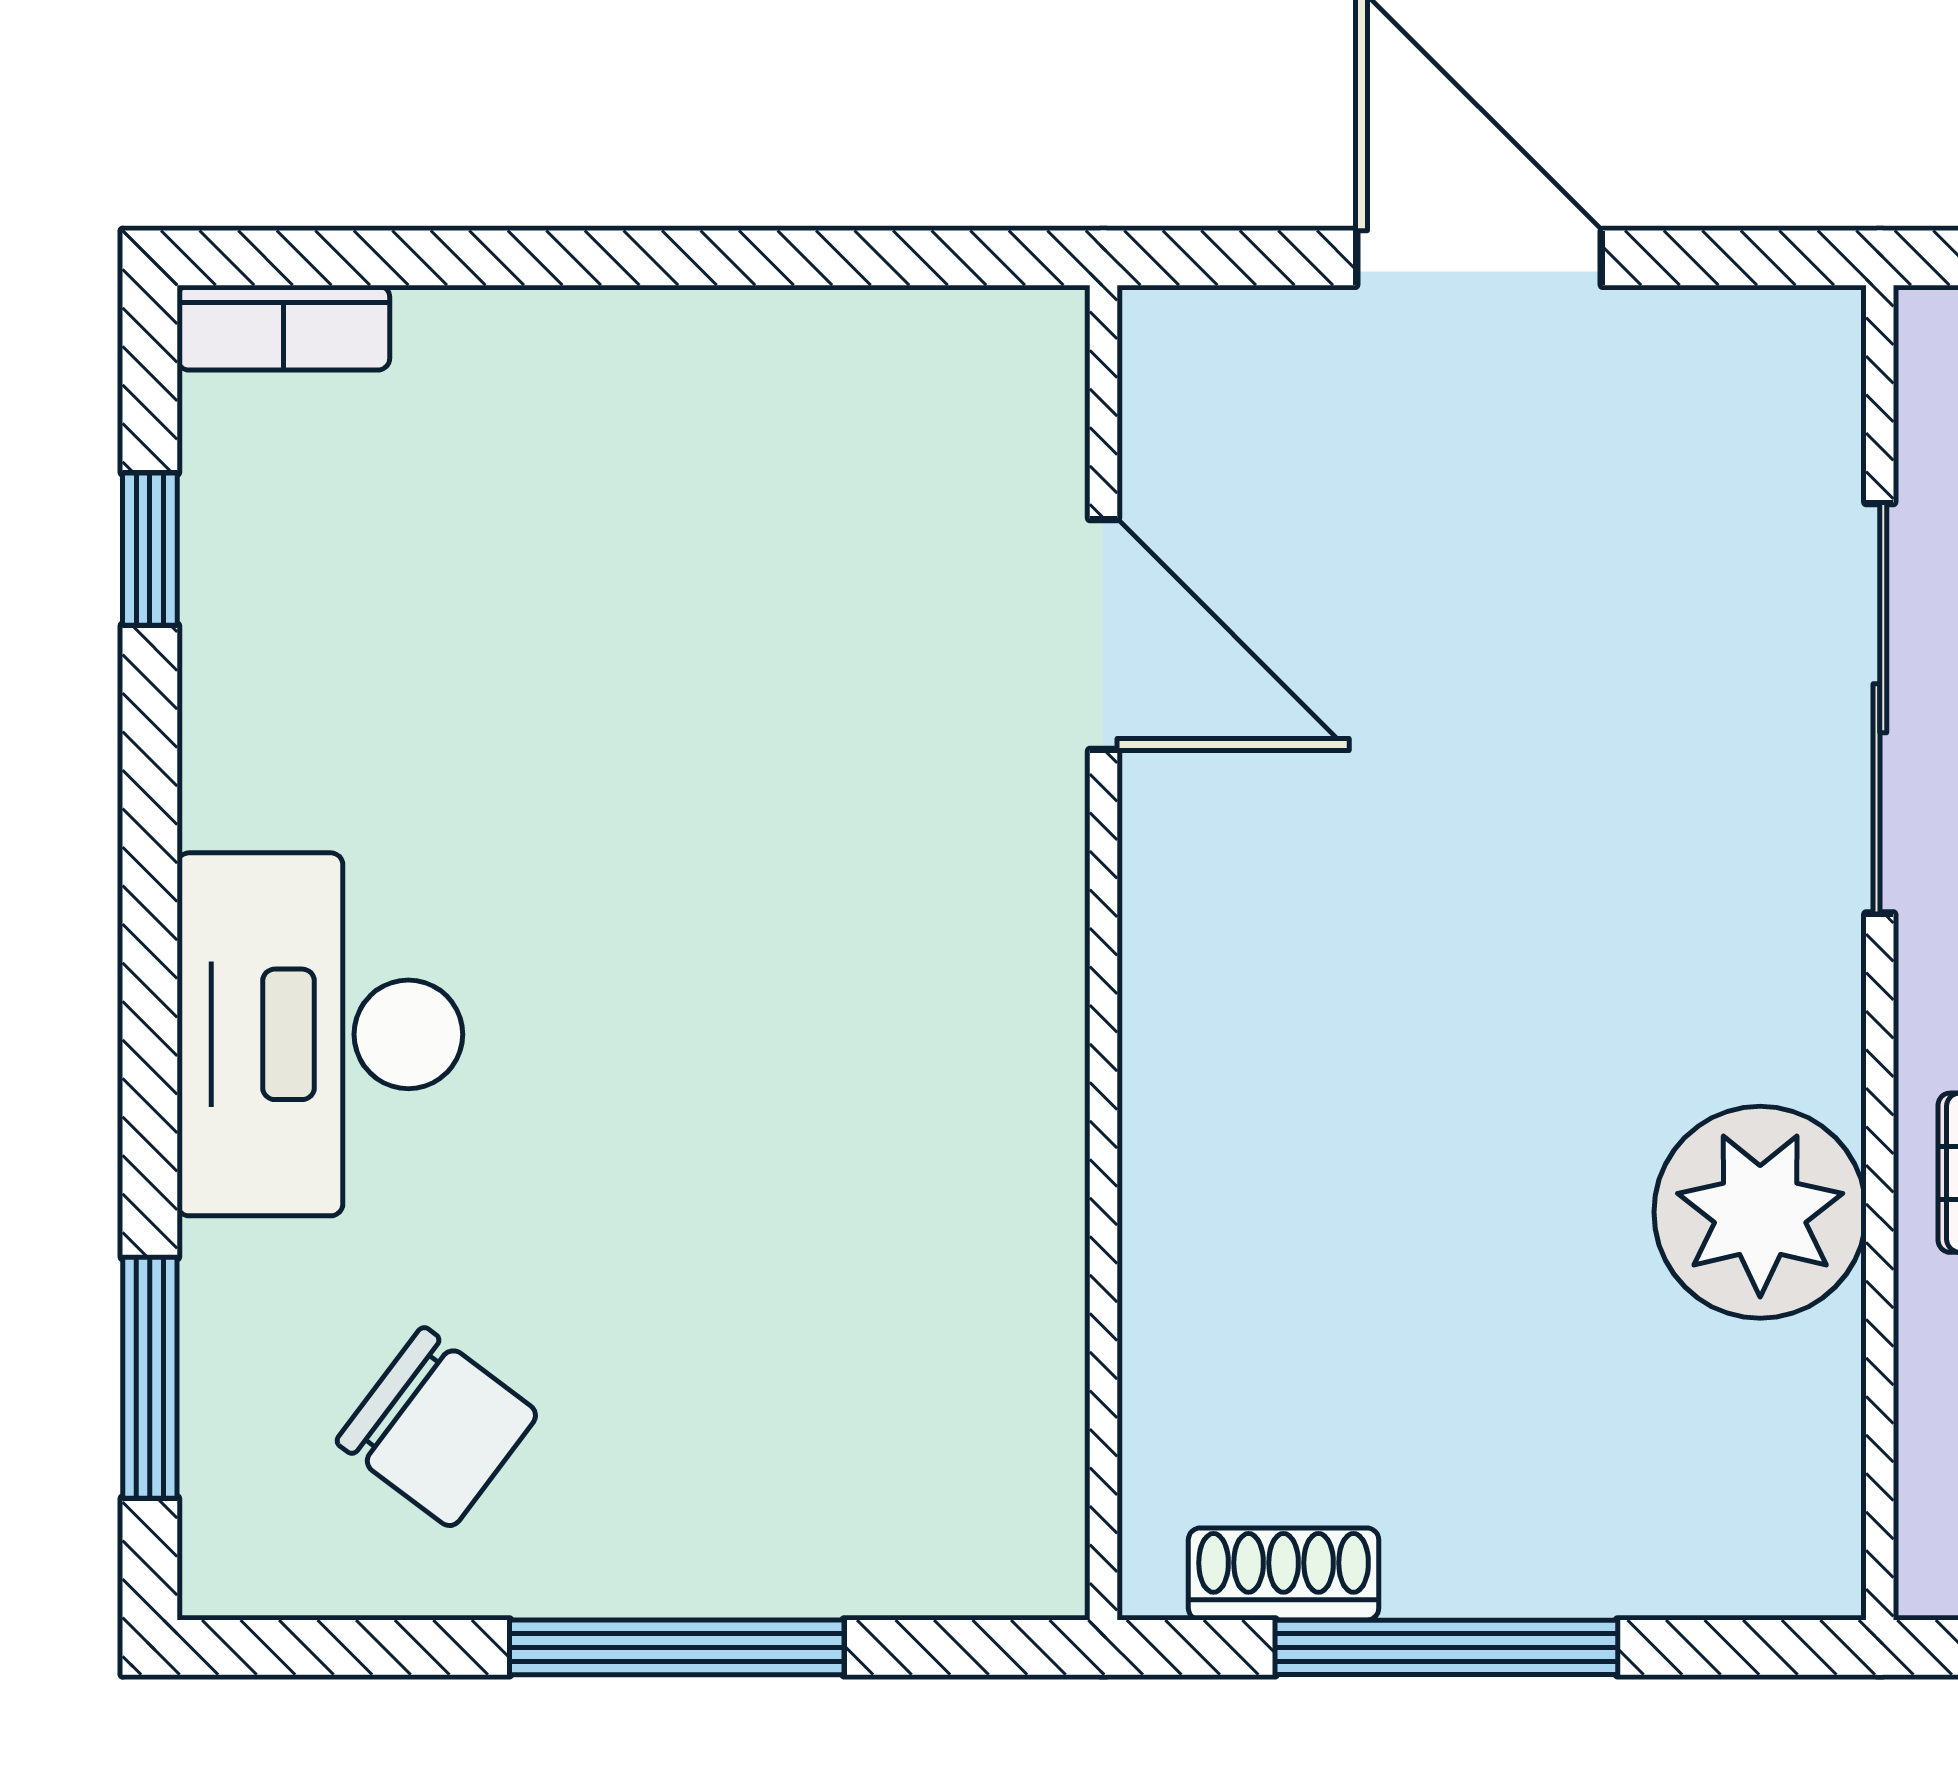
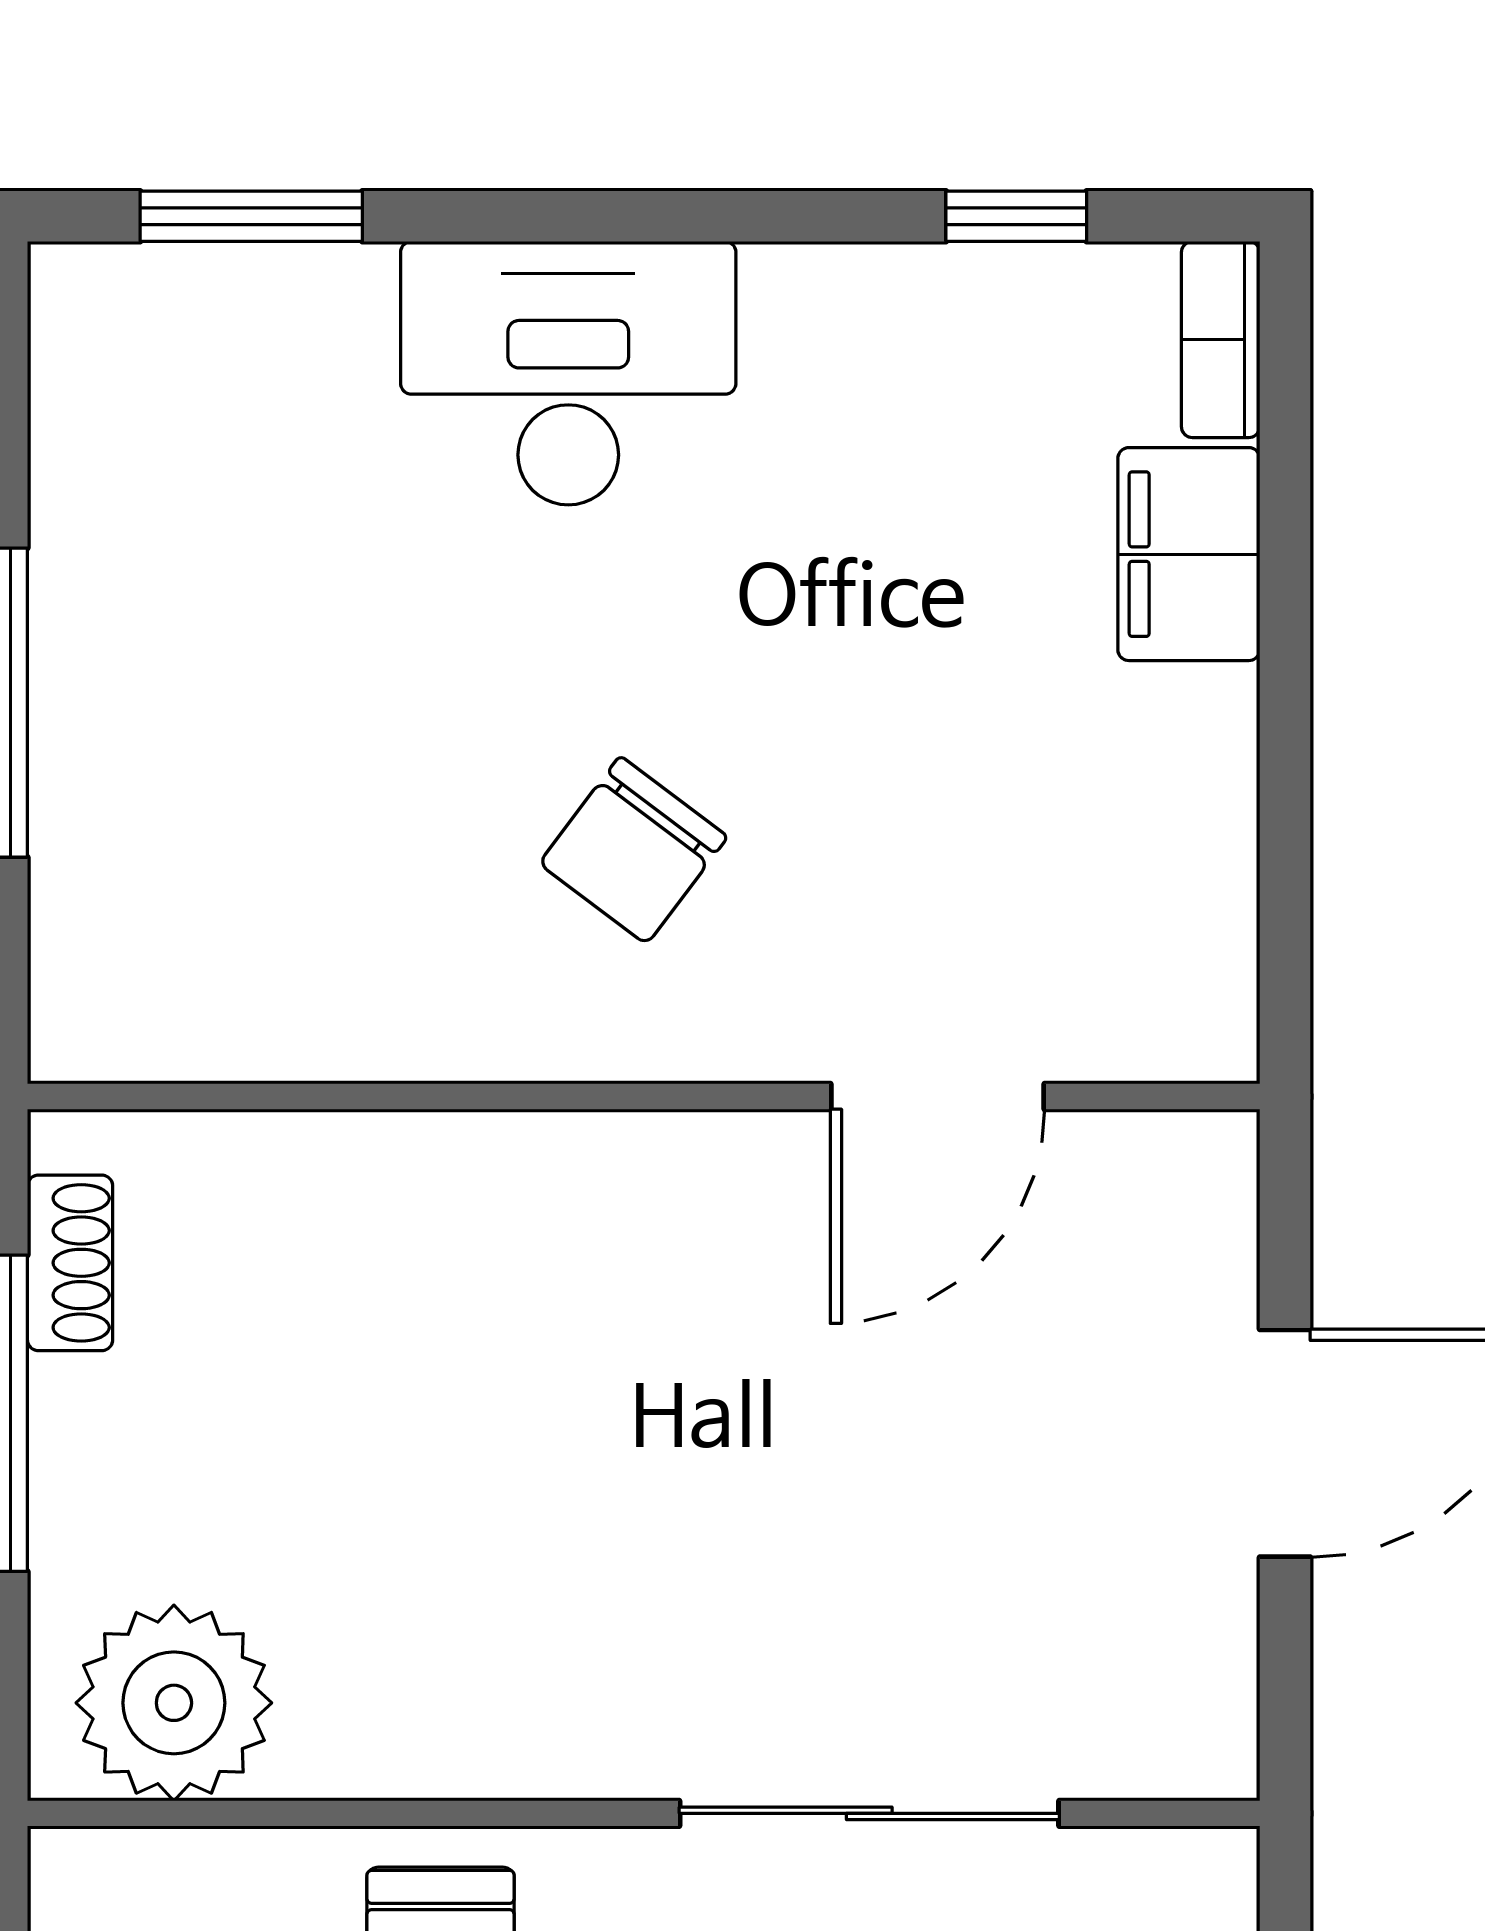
filing cabinet: (516, 362) -> (1189, 554), added
plant: (1760, 1212) -> (174, 1703), moved
chair: (437, 1428) -> (633, 850), moved

